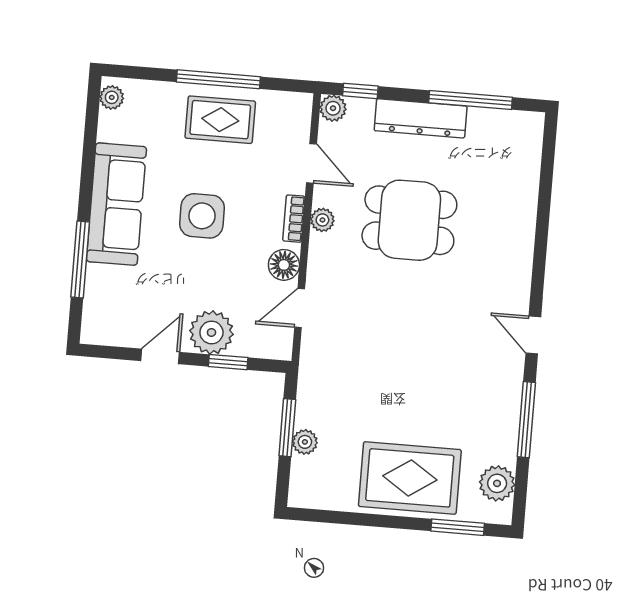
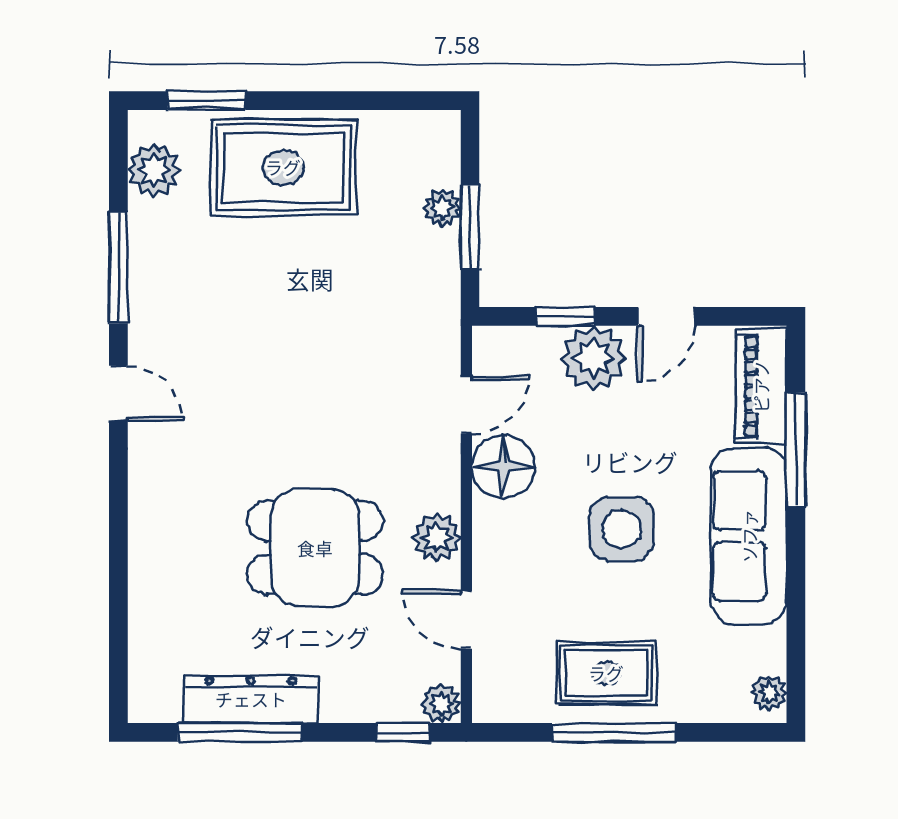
dresser: (421, 118) -> (251, 699), moved
bookcase: (294, 219) -> (486, 536), removed
plant: (322, 220) -> (437, 537), width x1.38, depth x1.38
floor lamp: (284, 265) -> (503, 466), width x1.38, depth x1.38
piano: (100, 304) -> (761, 386), added

